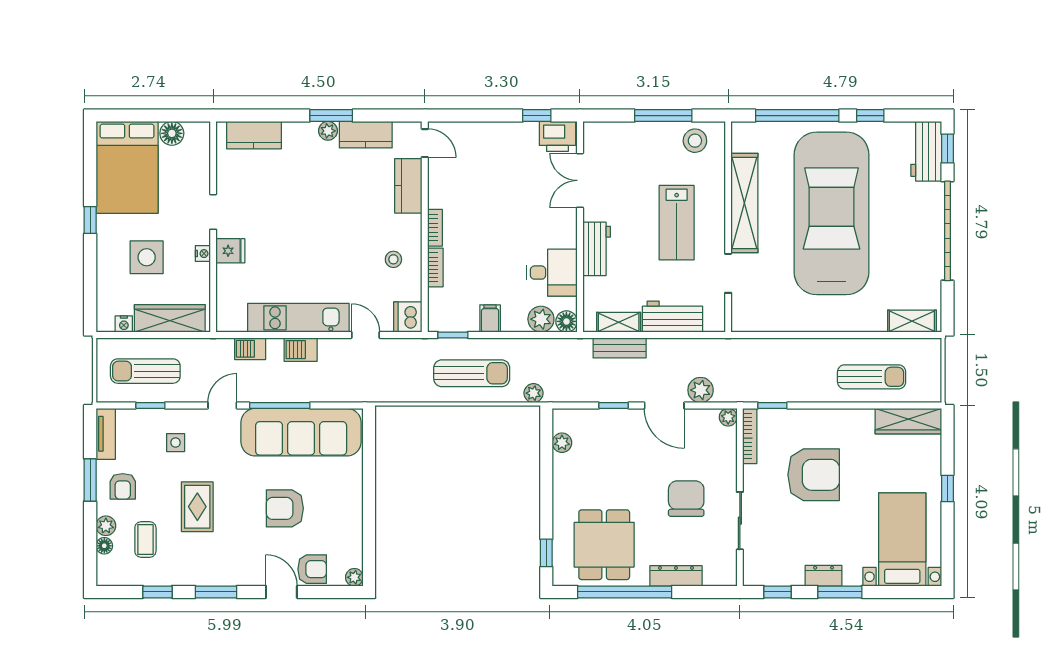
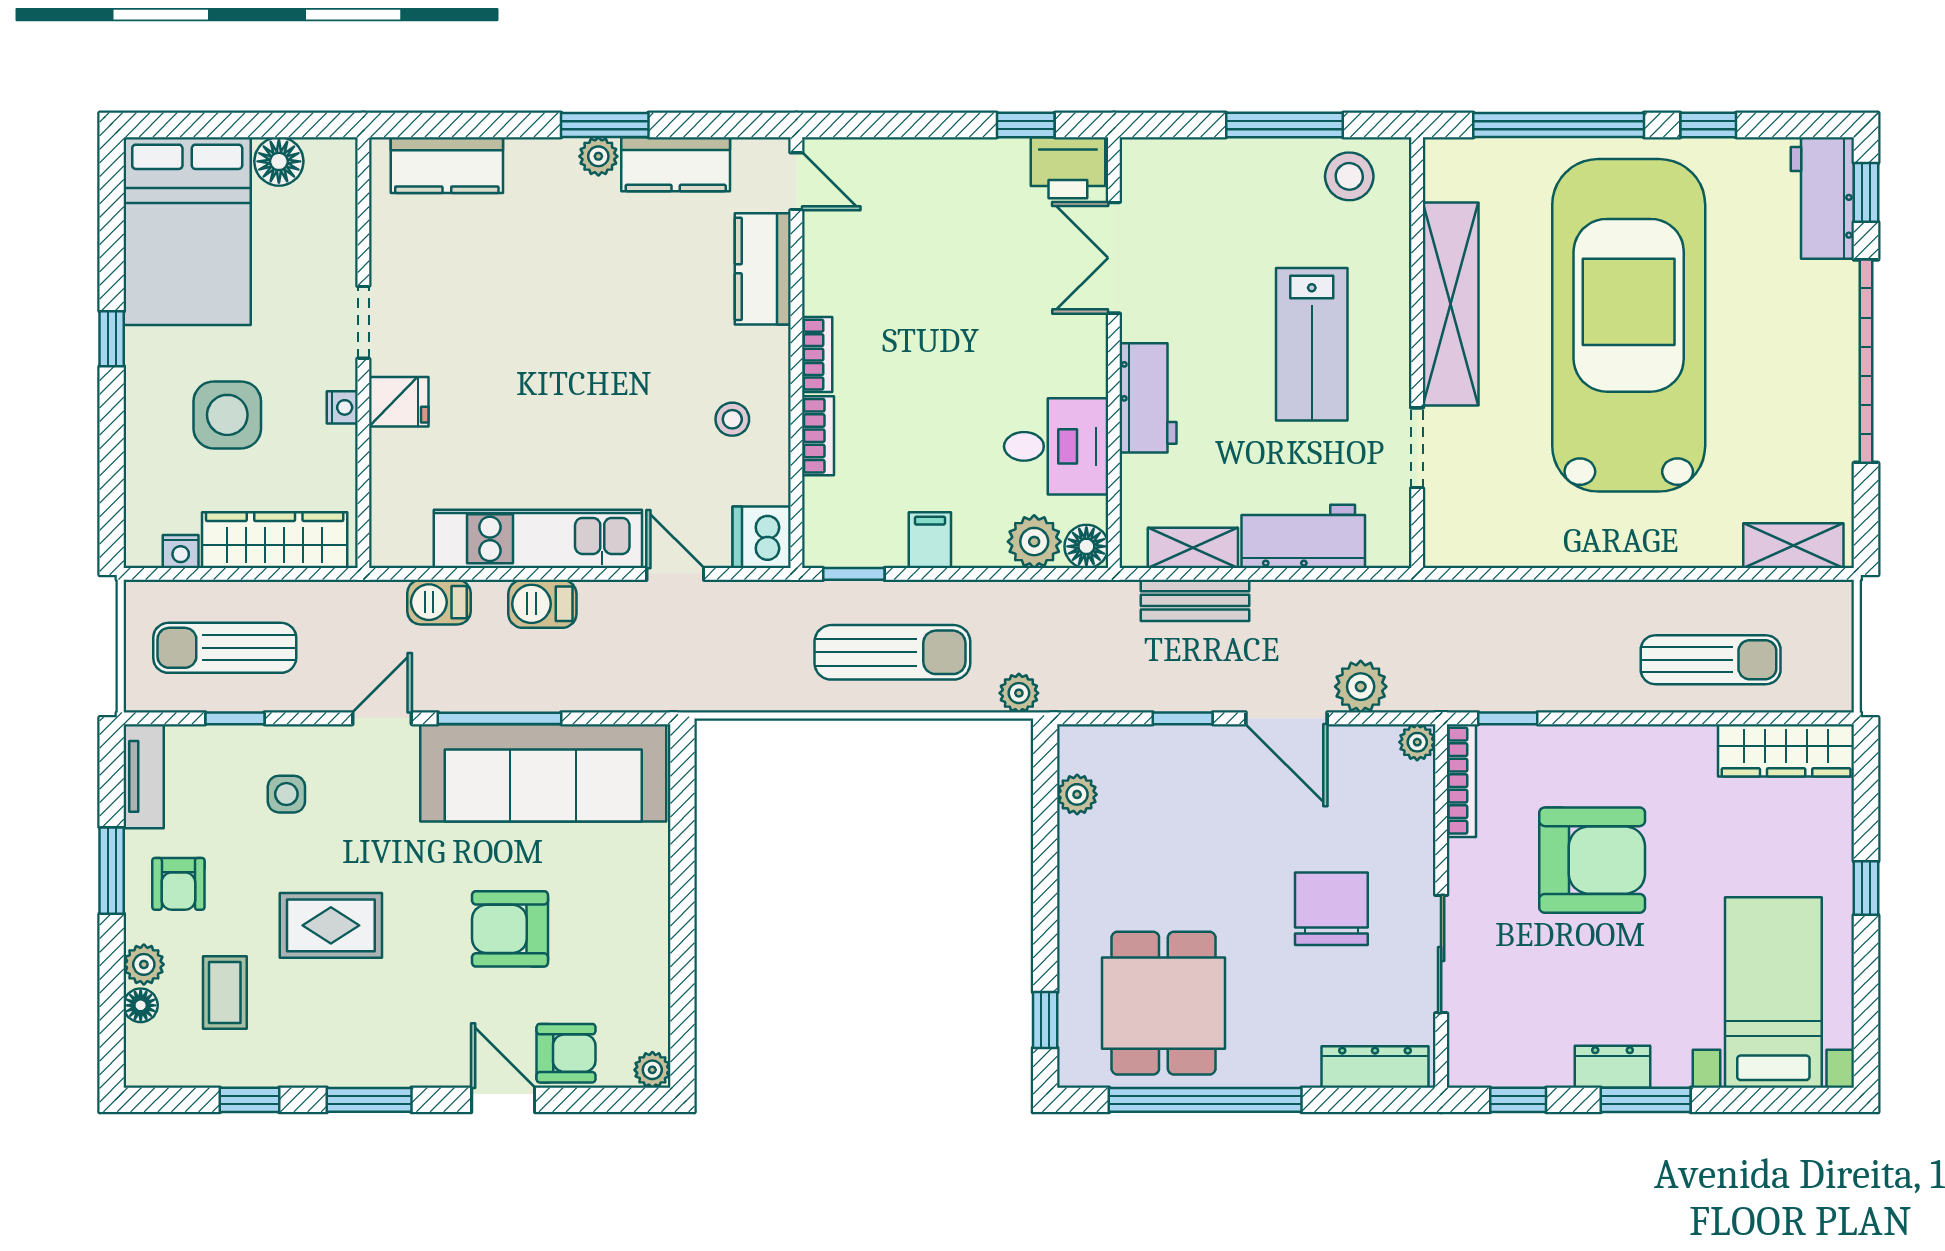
rug: (197, 507) -> (331, 925), turned 90
dresser: (676, 576) -> (1375, 1067), moved

